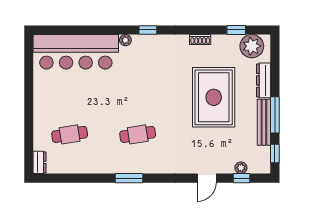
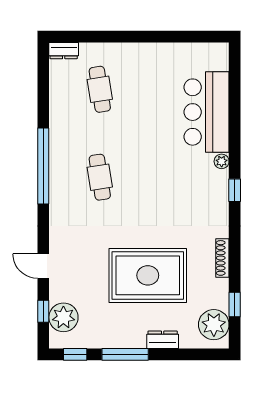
shoe rack: (200, 40) -> (222, 258), width x1.43
bar counter: (76, 52) -> (207, 112), width x0.73
dresser: (264, 80) -> (163, 340), width x0.70
bench: (264, 122) -> (115, 340), removed
plant: (241, 168) -> (63, 317), width x1.88, depth x1.88
window: (129, 178) -> (43, 166), width x2.11

